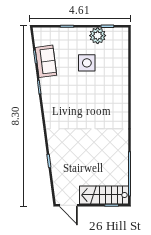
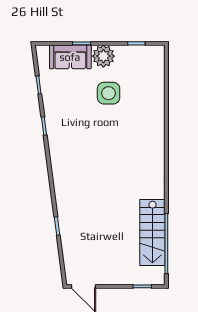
plant: (98, 36) -> (103, 56), moved
sofa: (46, 61) -> (70, 57), moved, turned 97
stairs: (104, 195) -> (152, 232), moved, turned -90

